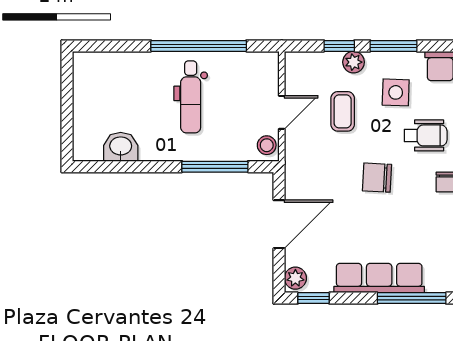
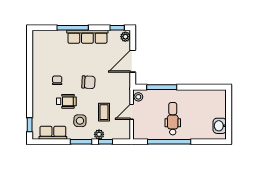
wheelchair: (426, 135) -> (66, 101), turned 180
washbasin: (121, 147) -> (220, 126), moved, turned 90

